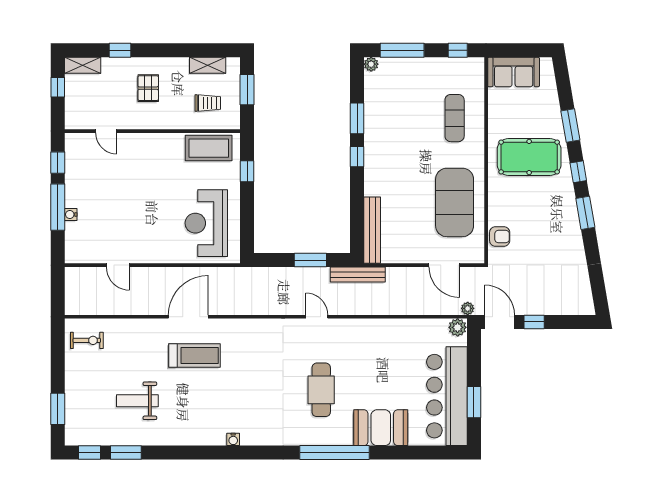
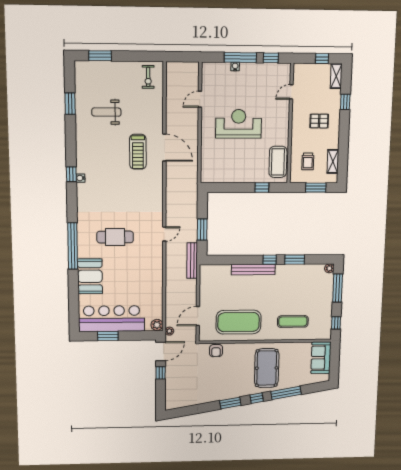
window: (570, 125) -> (286, 393), width x1.44
reception desk: (206, 223) -> (239, 124), moved
bench: (372, 230) -> (253, 270), moved
weight bench: (137, 401) -> (106, 112), turned -90
window: (90, 453) -> (71, 174), moved

